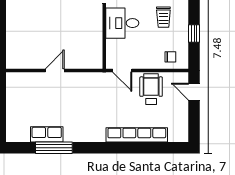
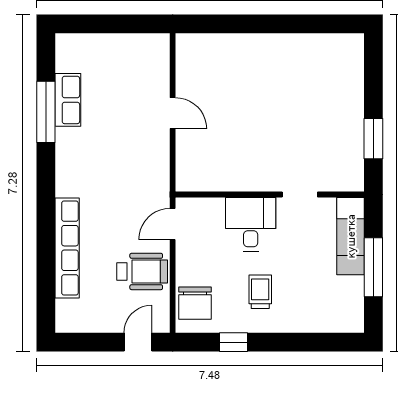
trolley: (163, 17) -> (260, 292), turned 90
chair: (170, 57) -> (195, 303), width x1.87, depth x1.87

